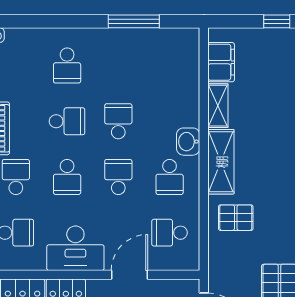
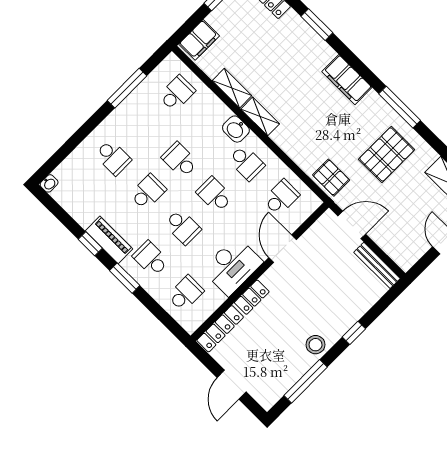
filing cabinet: (221, 62) -> (199, 40), moved, turned 90
school desk: (170, 66) -> (177, 93), added
shelving: (221, 162) -> (260, 116), width x0.67, depth x0.75
pallet: (236, 218) -> (331, 178), moved, turned 90
school desk: (170, 233) -> (281, 197), turned 180

